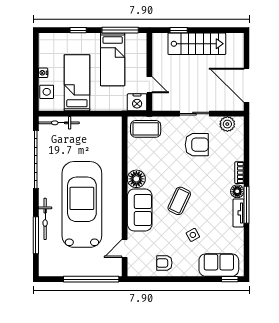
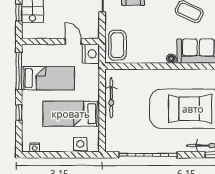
nightstand: (43, 73) -> (35, 148), moved
door: (149, 85) -> (73, 41), hinge flipped
bicycle: (59, 123) -> (111, 98), moved
floor lamp: (136, 179) -> (171, 59), width x0.53, depth x0.53

